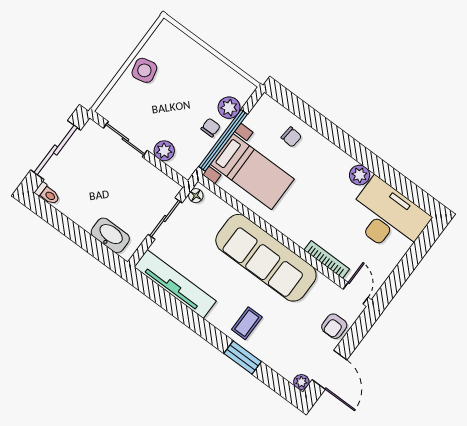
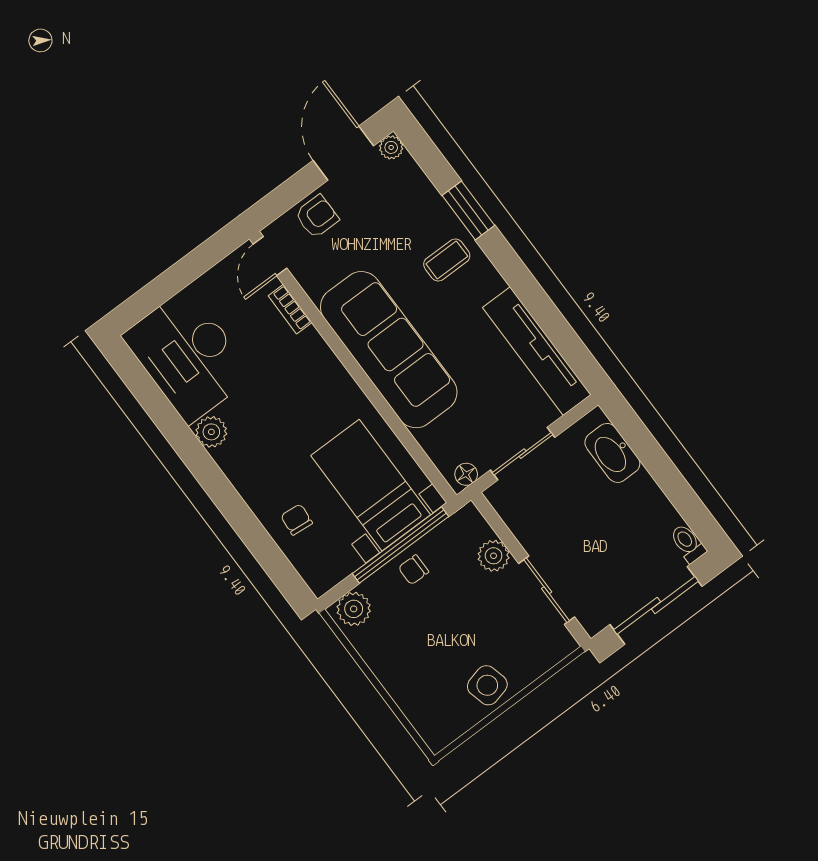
plant: (229, 108) -> (354, 609), moved
bookcase: (327, 259) -> (290, 309), width x0.64

